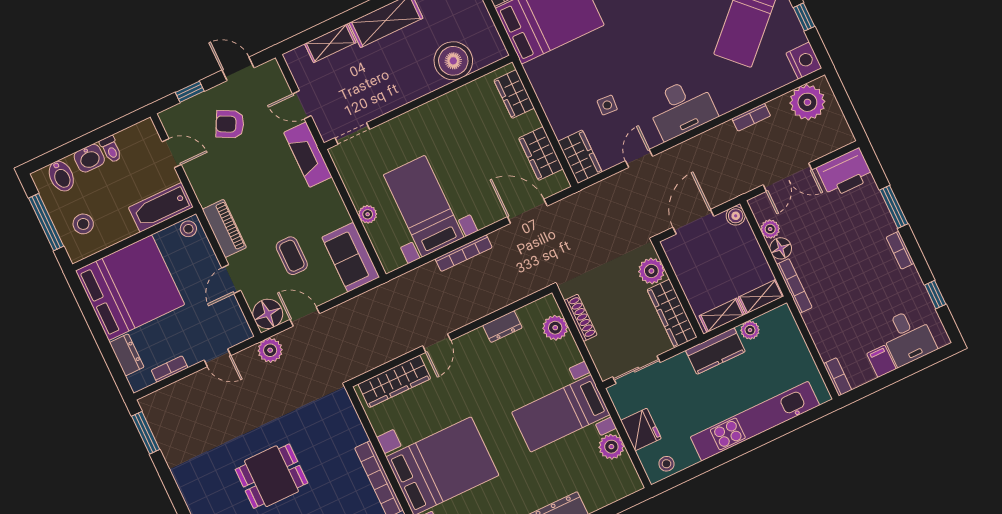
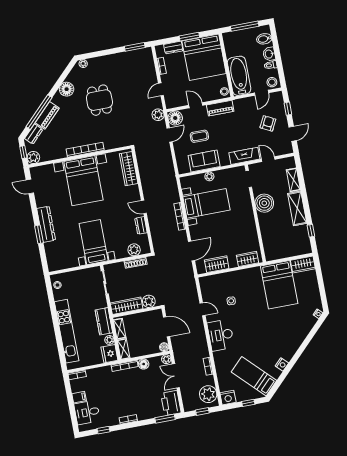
boiler: (453, 61) -> (264, 203), moved
door: (302, 105) -> (268, 159), hinge flipped
window: (846, 105) -> (202, 412), added
wardrobe: (580, 157) -> (210, 282), removed
bathtub: (161, 207) -> (239, 76), width x1.36, depth x1.36
window: (894, 207) -> (165, 419), moved
stool: (83, 224) -> (272, 82), moved
plant: (770, 229) -> (166, 359), moved
sofa: (351, 257) -> (204, 161), moved
window: (96, 328) -> (189, 37), added
door: (437, 343) -> (144, 207), moved
fridge: (641, 429) -> (109, 354), moved, turned 90
plant: (611, 447) -> (72, 261), removed

